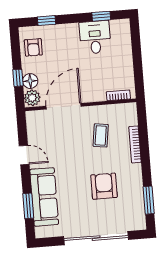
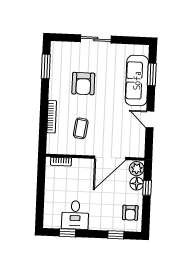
armchair: (33, 47) -> (130, 213), turned 180
sliding door: (96, 238) -> (96, 39), width x0.54

